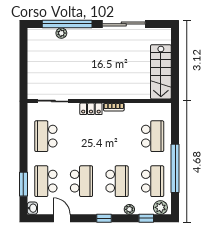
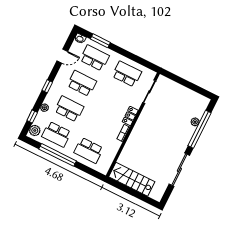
school desk: (81, 181) -> (82, 83), turned 180
school desk: (117, 181) -> (69, 109), turned 180

